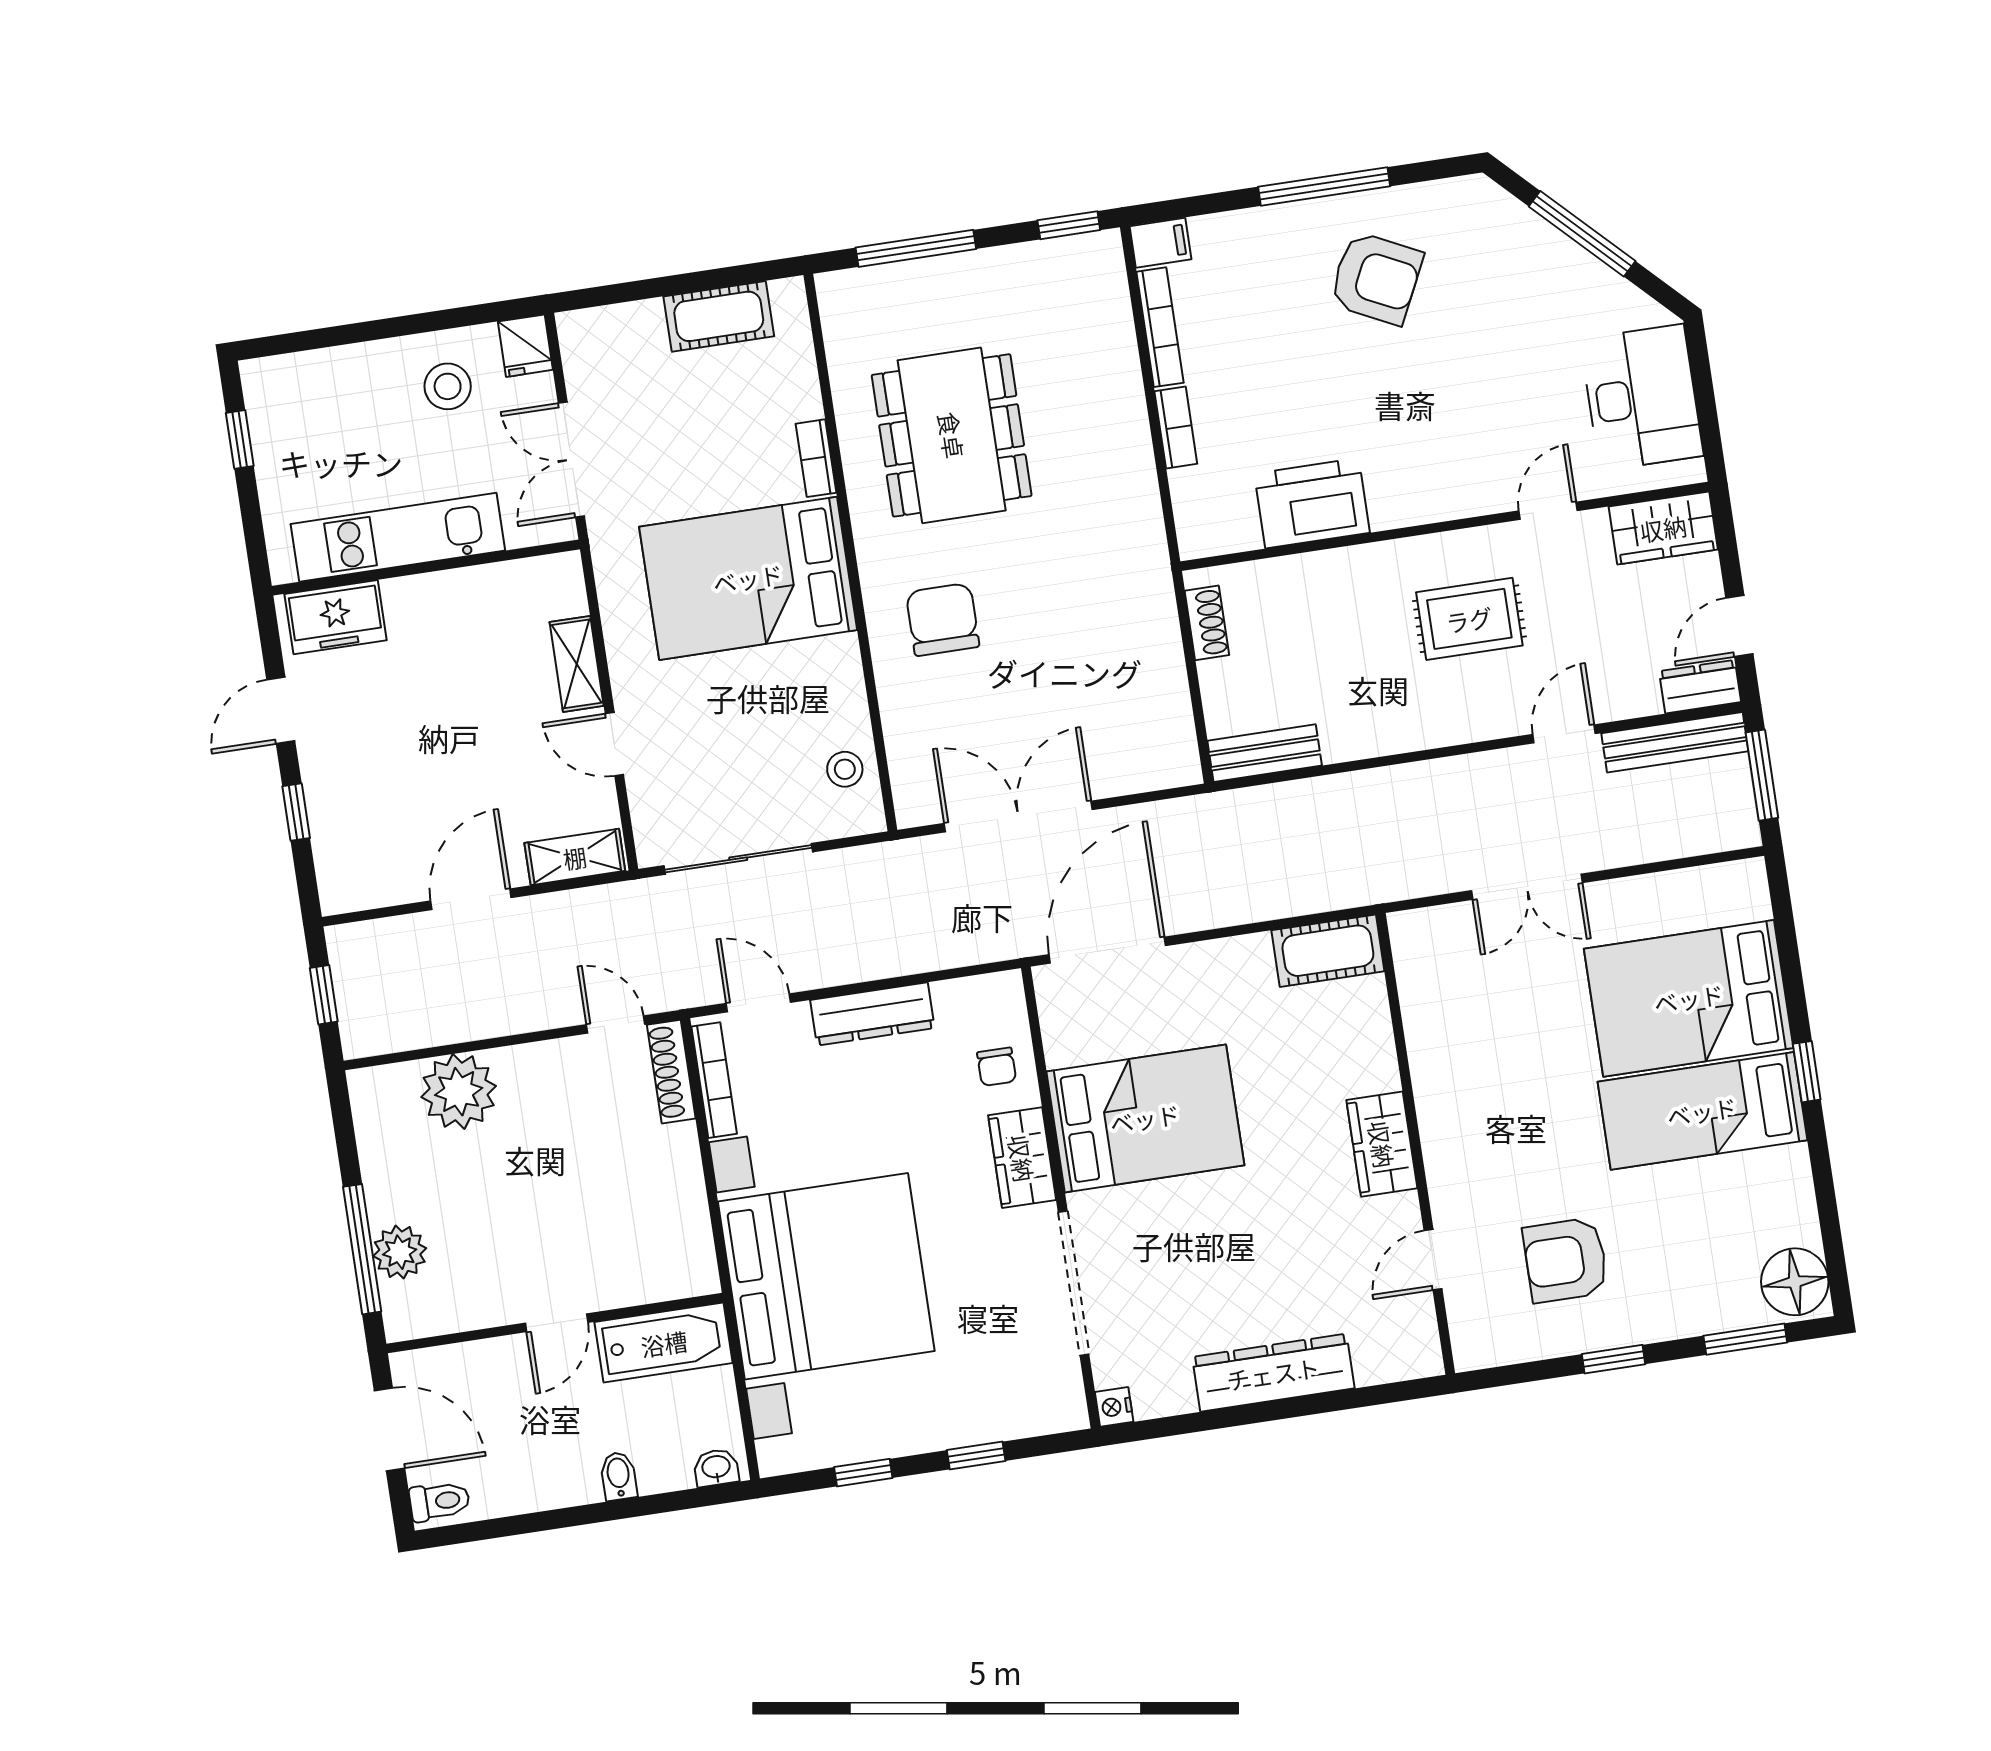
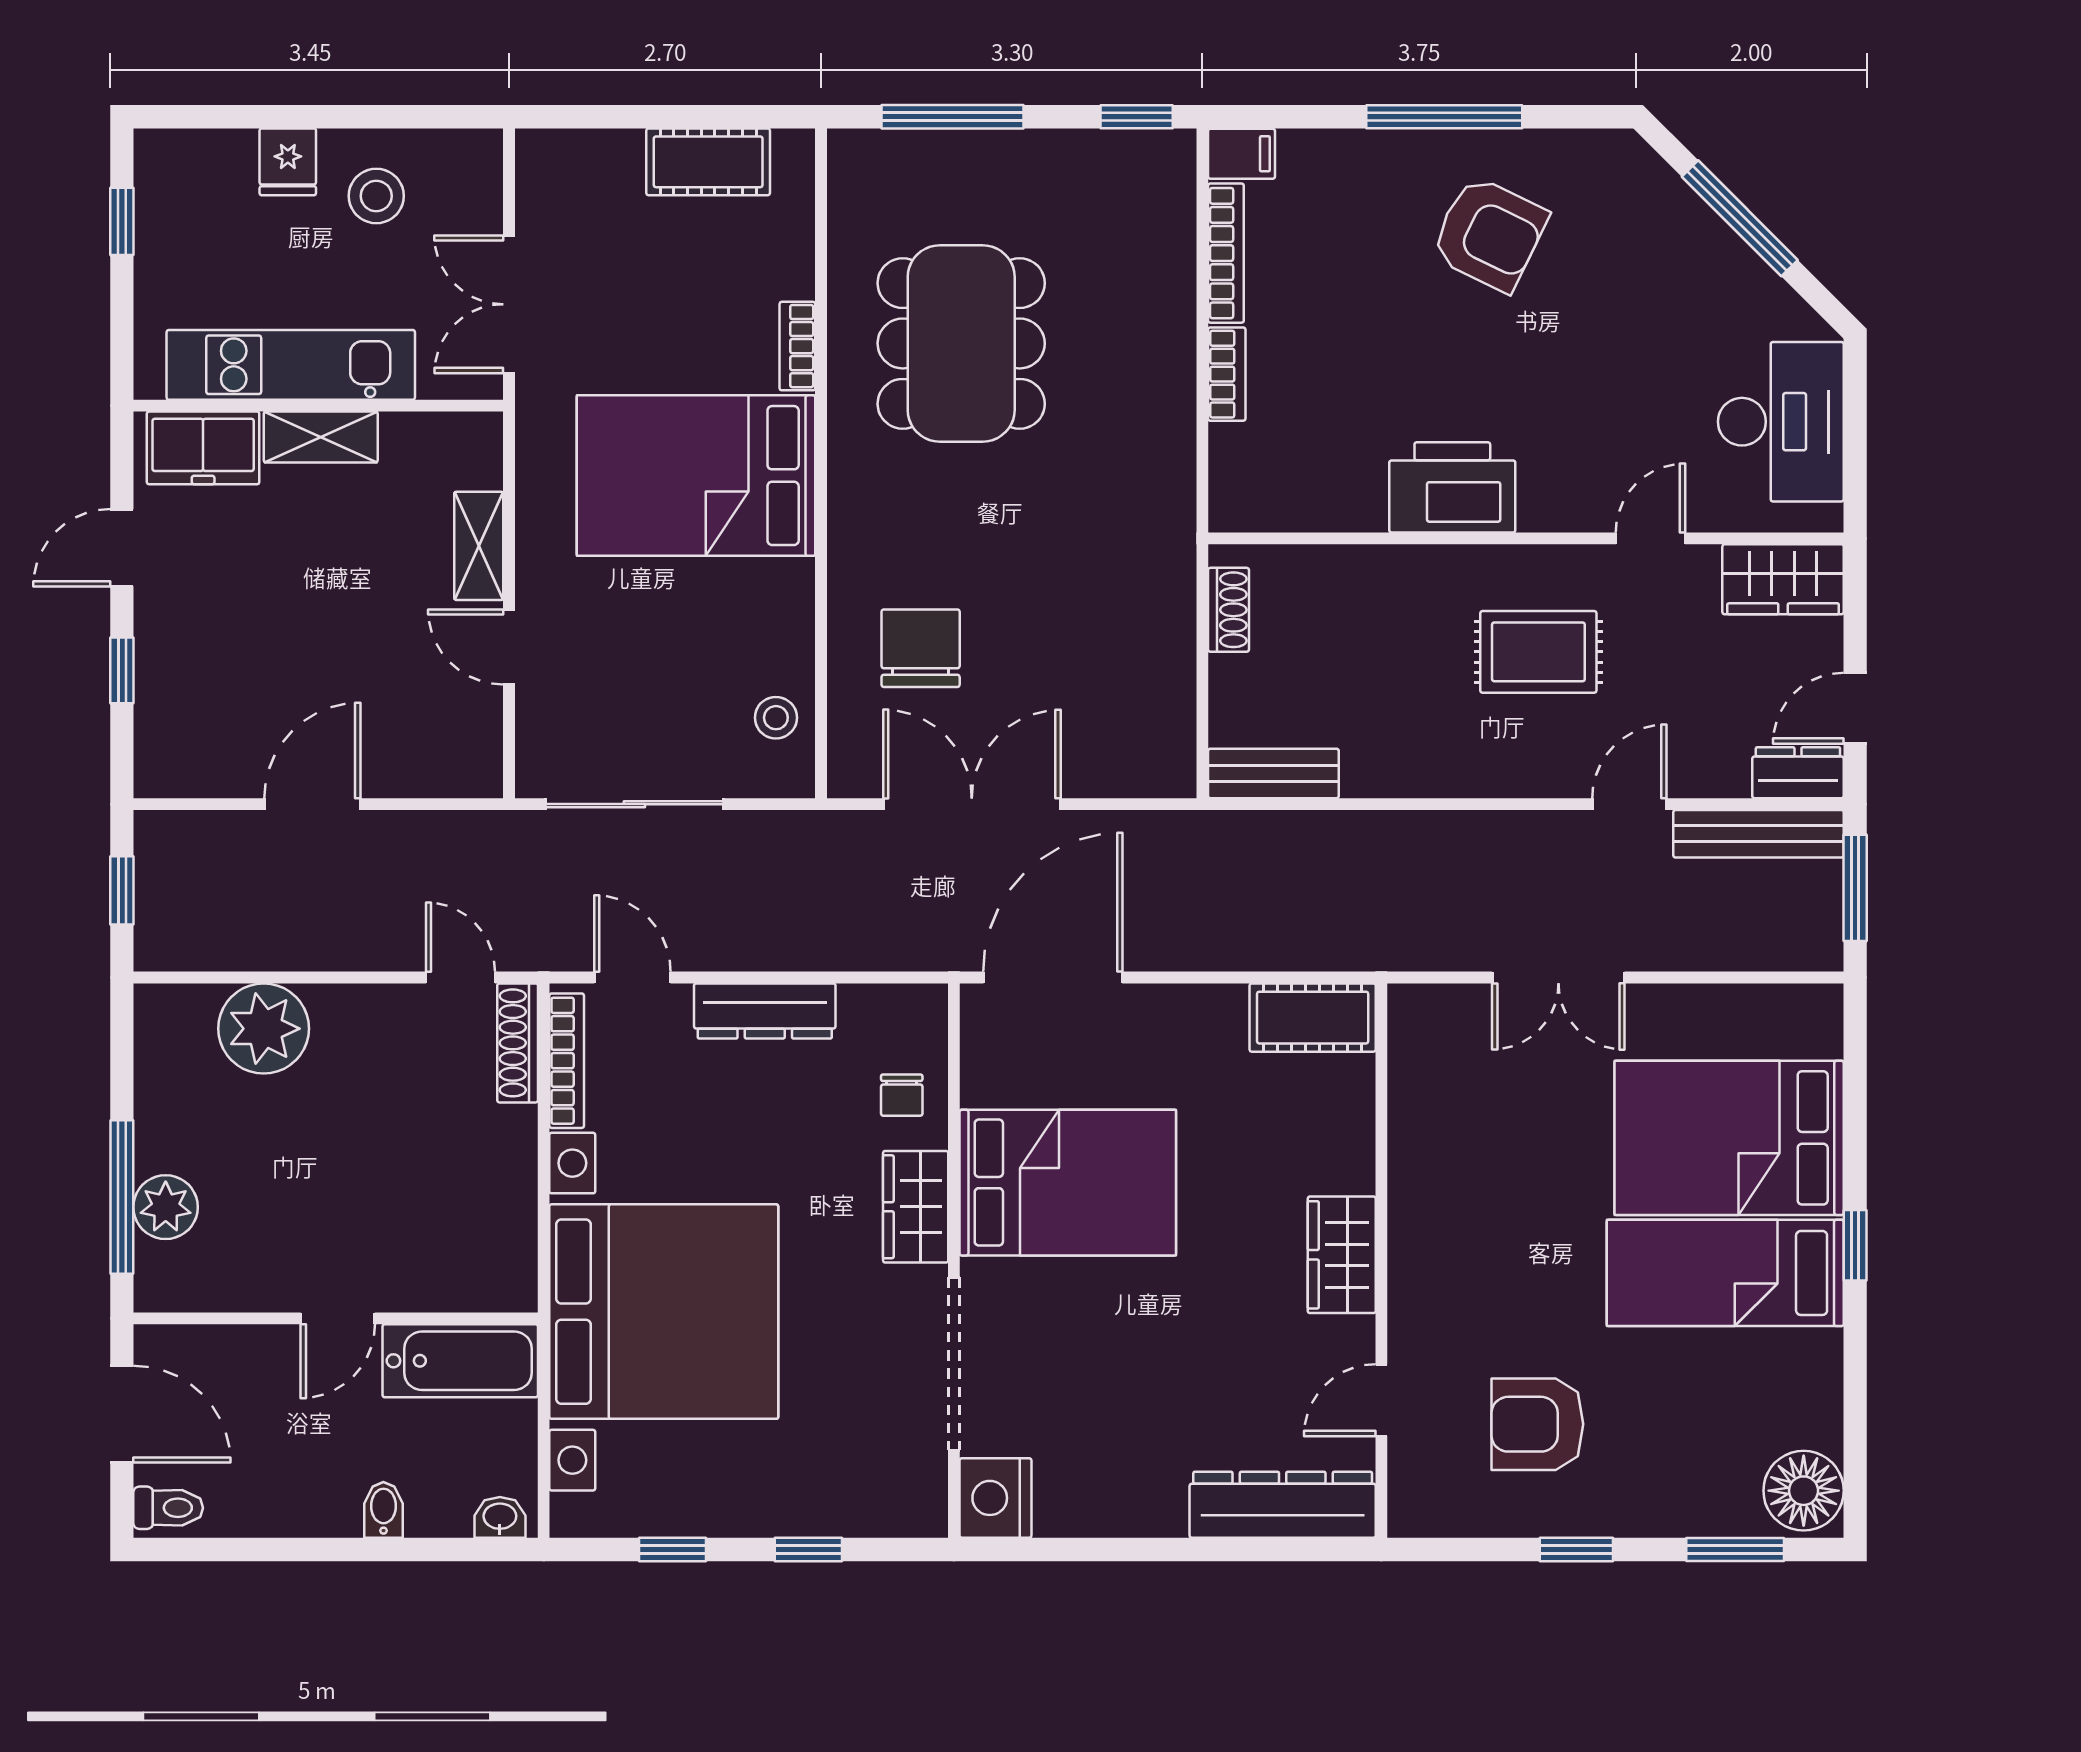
fridge: (525, 346) -> (288, 162), moved
printer: (1312, 503) -> (1452, 487), moved
chair: (943, 619) -> (921, 648), moved
shelving: (575, 857) -> (321, 437), moved
dresser: (1273, 1373) -> (1283, 1505), moved
nightstand: (1114, 1407) -> (995, 1498), width x1.89, depth x1.79

